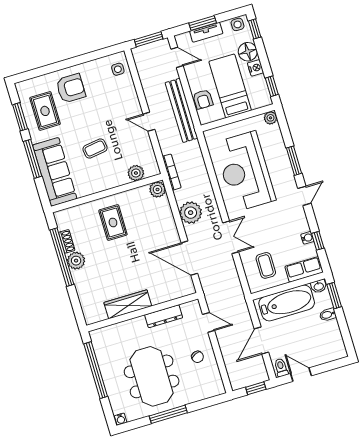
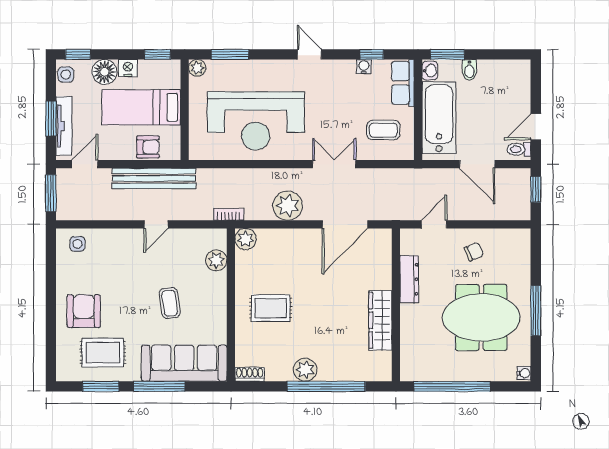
tv unit: (206, 32) -> (64, 126), width x1.41
window: (294, 161) -> (230, 54), moved
bookcase: (172, 172) -> (229, 214), width x0.64
shoe rack: (67, 241) -> (250, 374), moved
window: (62, 257) -> (326, 386), moved

